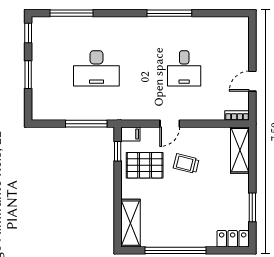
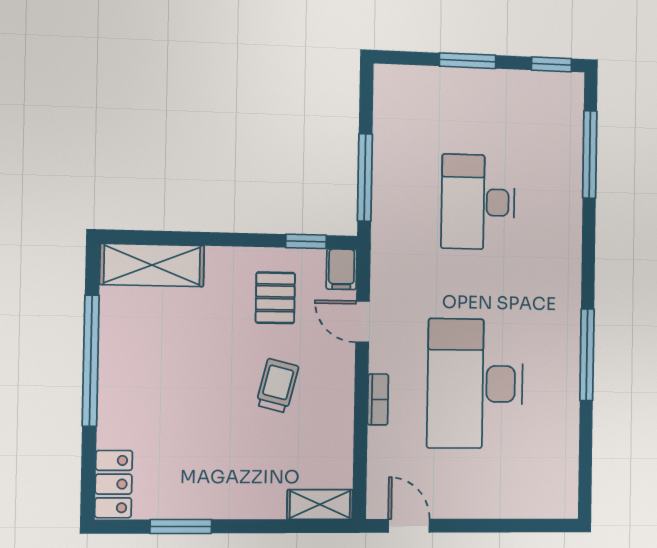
desk: (184, 68) -> (475, 384), width x1.87, depth x1.30
door: (252, 81) -> (409, 526), moved
bookcase: (237, 116) -> (378, 399), moved
door: (170, 124) -> (362, 322), moved
shelving: (240, 150) -> (320, 504), width x0.67, depth x0.75
pallet: (145, 165) -> (275, 298), width x0.67, depth x0.71

